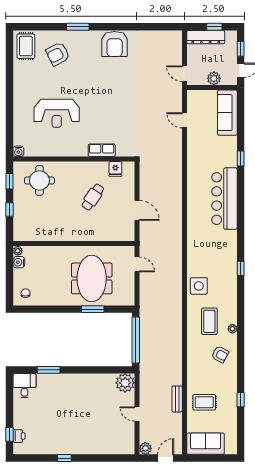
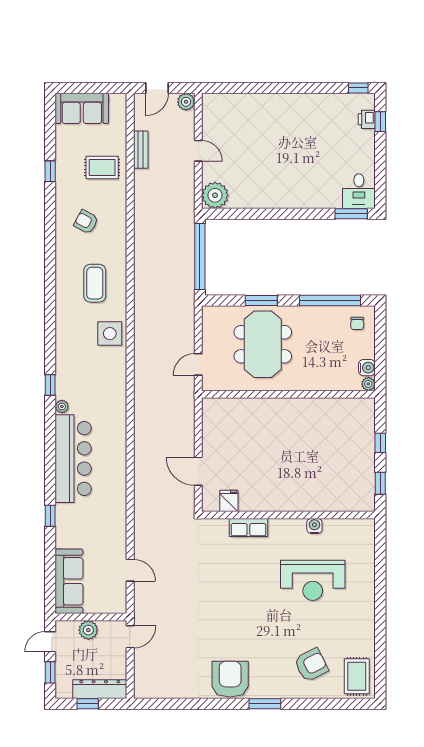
window: (78, 27) -> (265, 704), moved
door: (185, 74) -> (130, 637), hinge flipped
reception desk: (57, 113) -> (313, 580), turned 180
water cooler: (18, 151) -> (314, 526), moved
round table: (39, 180) -> (337, 484), removed
cafe table: (93, 197) -> (261, 461), removed
door: (137, 210) -> (198, 471), moved
door: (137, 264) -> (198, 364), hinge flipped
window: (241, 268) -> (50, 385), moved
window: (45, 309) -> (330, 301), added
plant: (232, 329) -> (62, 407), moved
armchair: (220, 354) -> (86, 222), moved
window: (49, 370) -> (351, 214), moved
bench: (177, 399) -> (141, 150), moved
sofa: (206, 444) -> (82, 108), moved
window: (64, 458) -> (358, 88), moved

